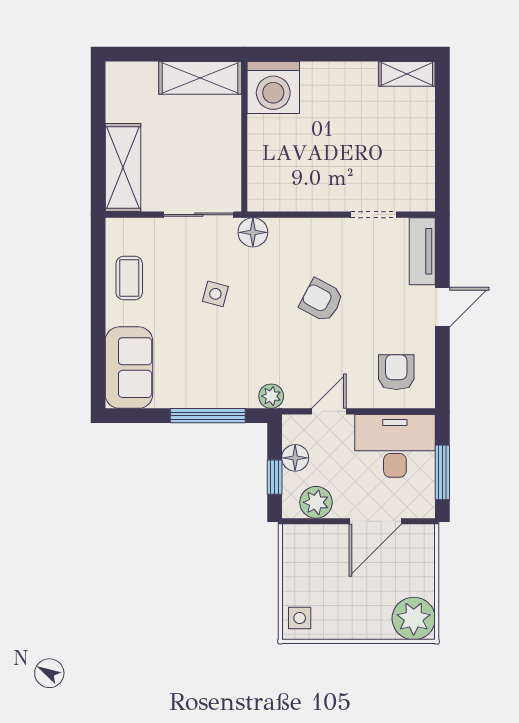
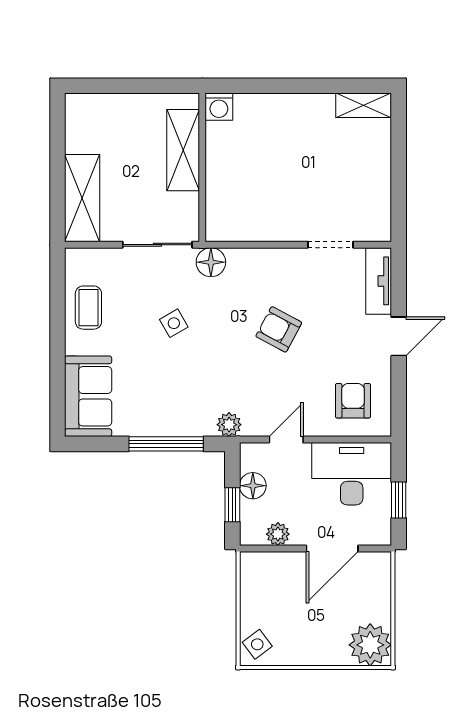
shelving: (200, 78) -> (183, 150), moved, turned 90
washing machine: (273, 87) -> (219, 107), width x0.53, depth x0.53
side table: (215, 294) -> (174, 323), turned 45
window: (442, 472) -> (399, 500), width x0.67
plant: (316, 502) -> (278, 534), width x0.73, depth x0.73
side table: (300, 618) -> (257, 644), turned -37

